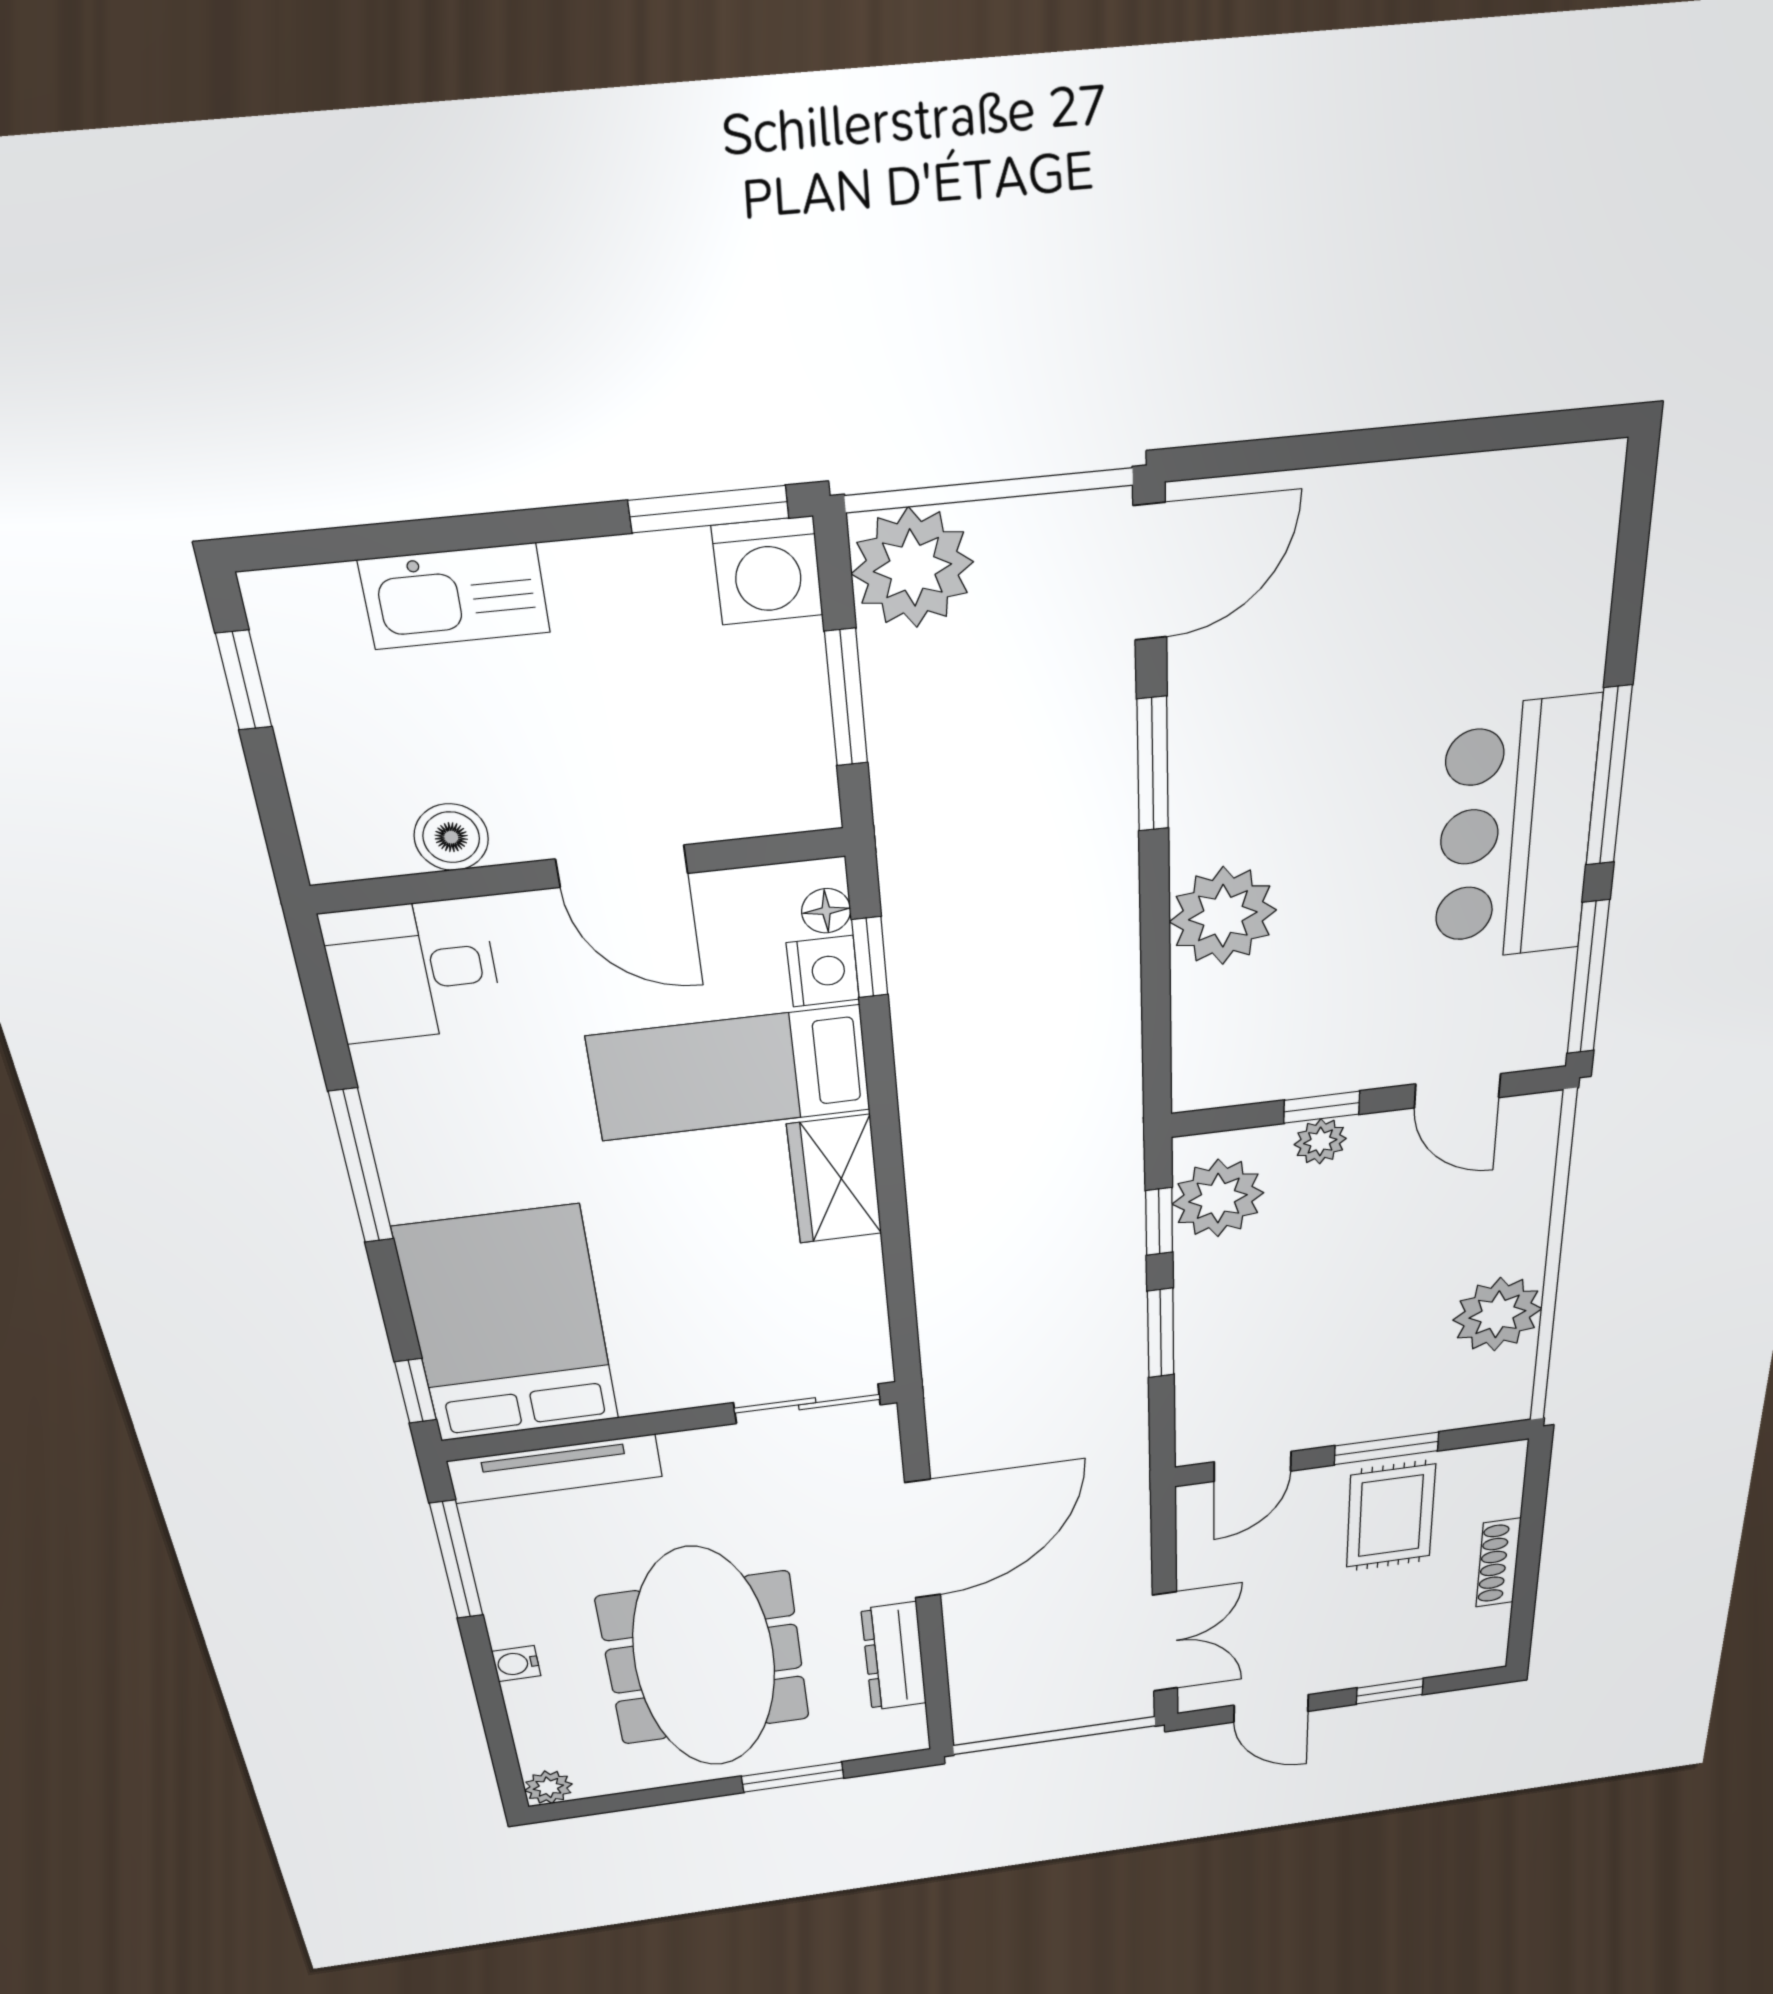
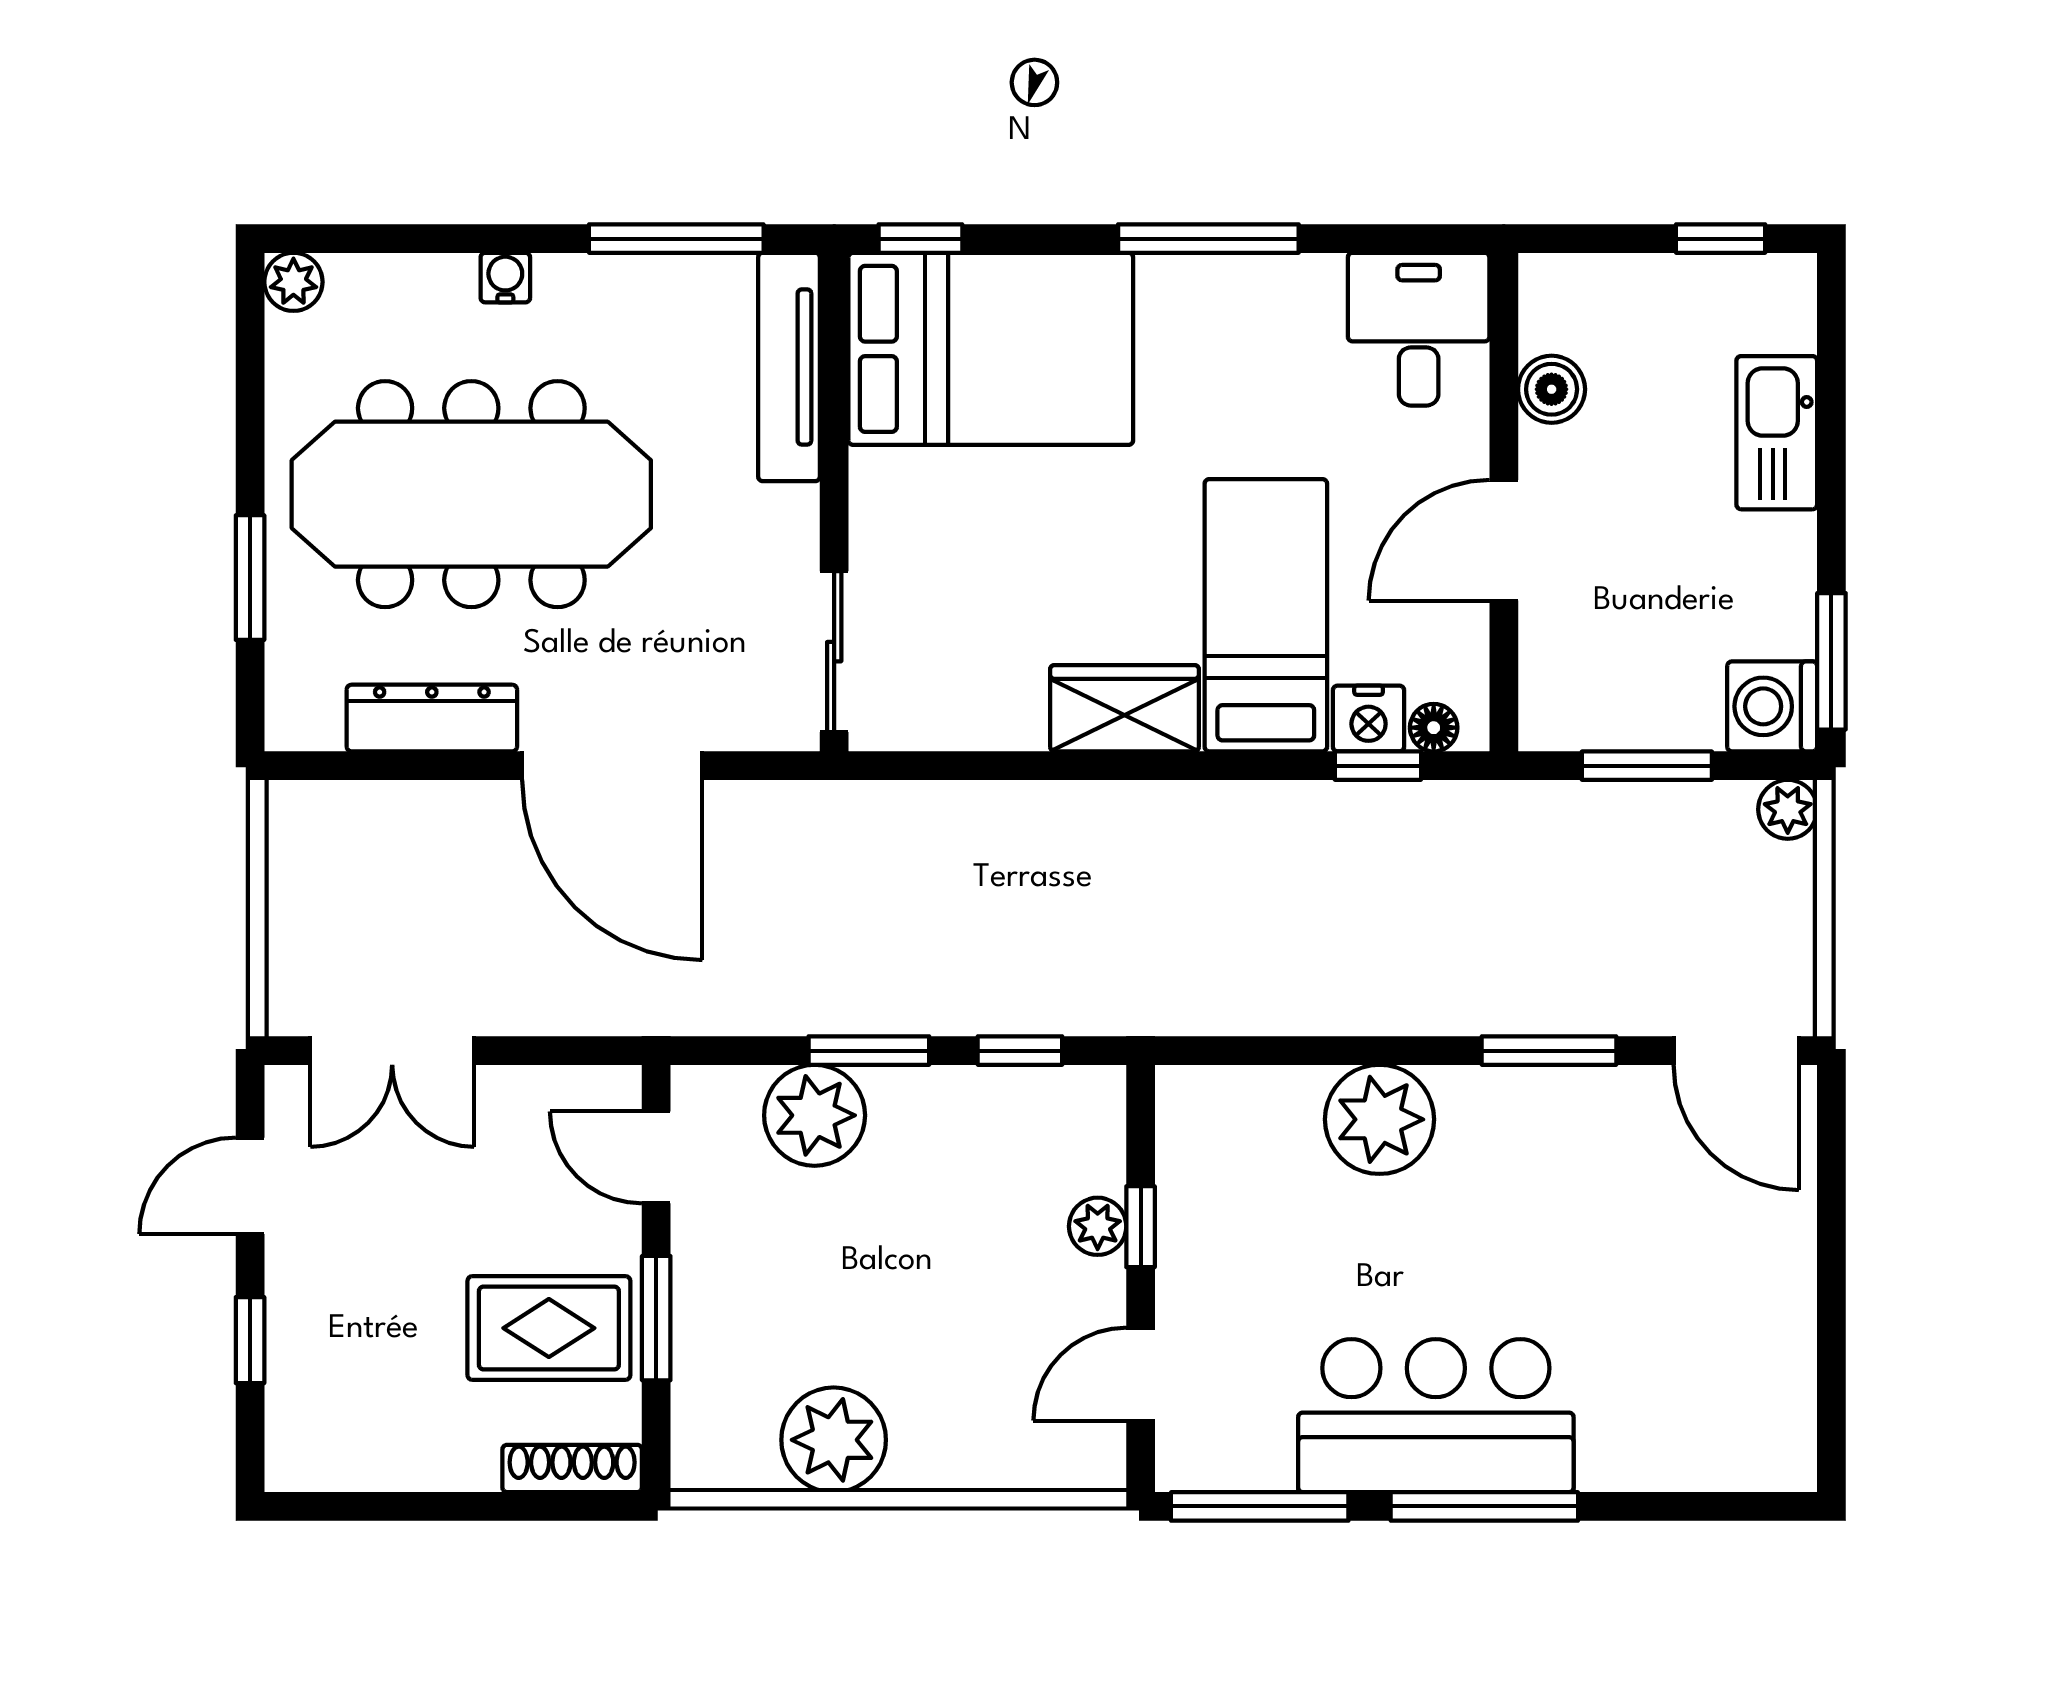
plant: (912, 568) -> (1788, 809), width x0.53, depth x0.53
plant: (1218, 1198) -> (815, 1115), moved
shoe rack: (1498, 1563) -> (572, 1468), moved

